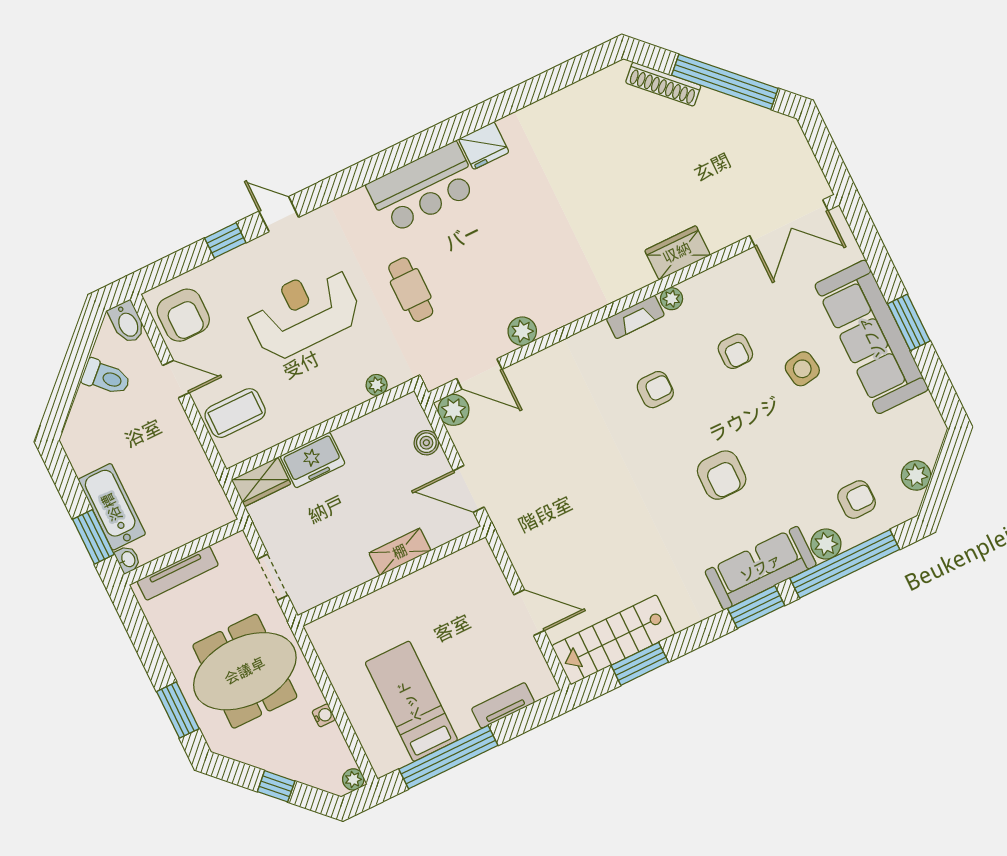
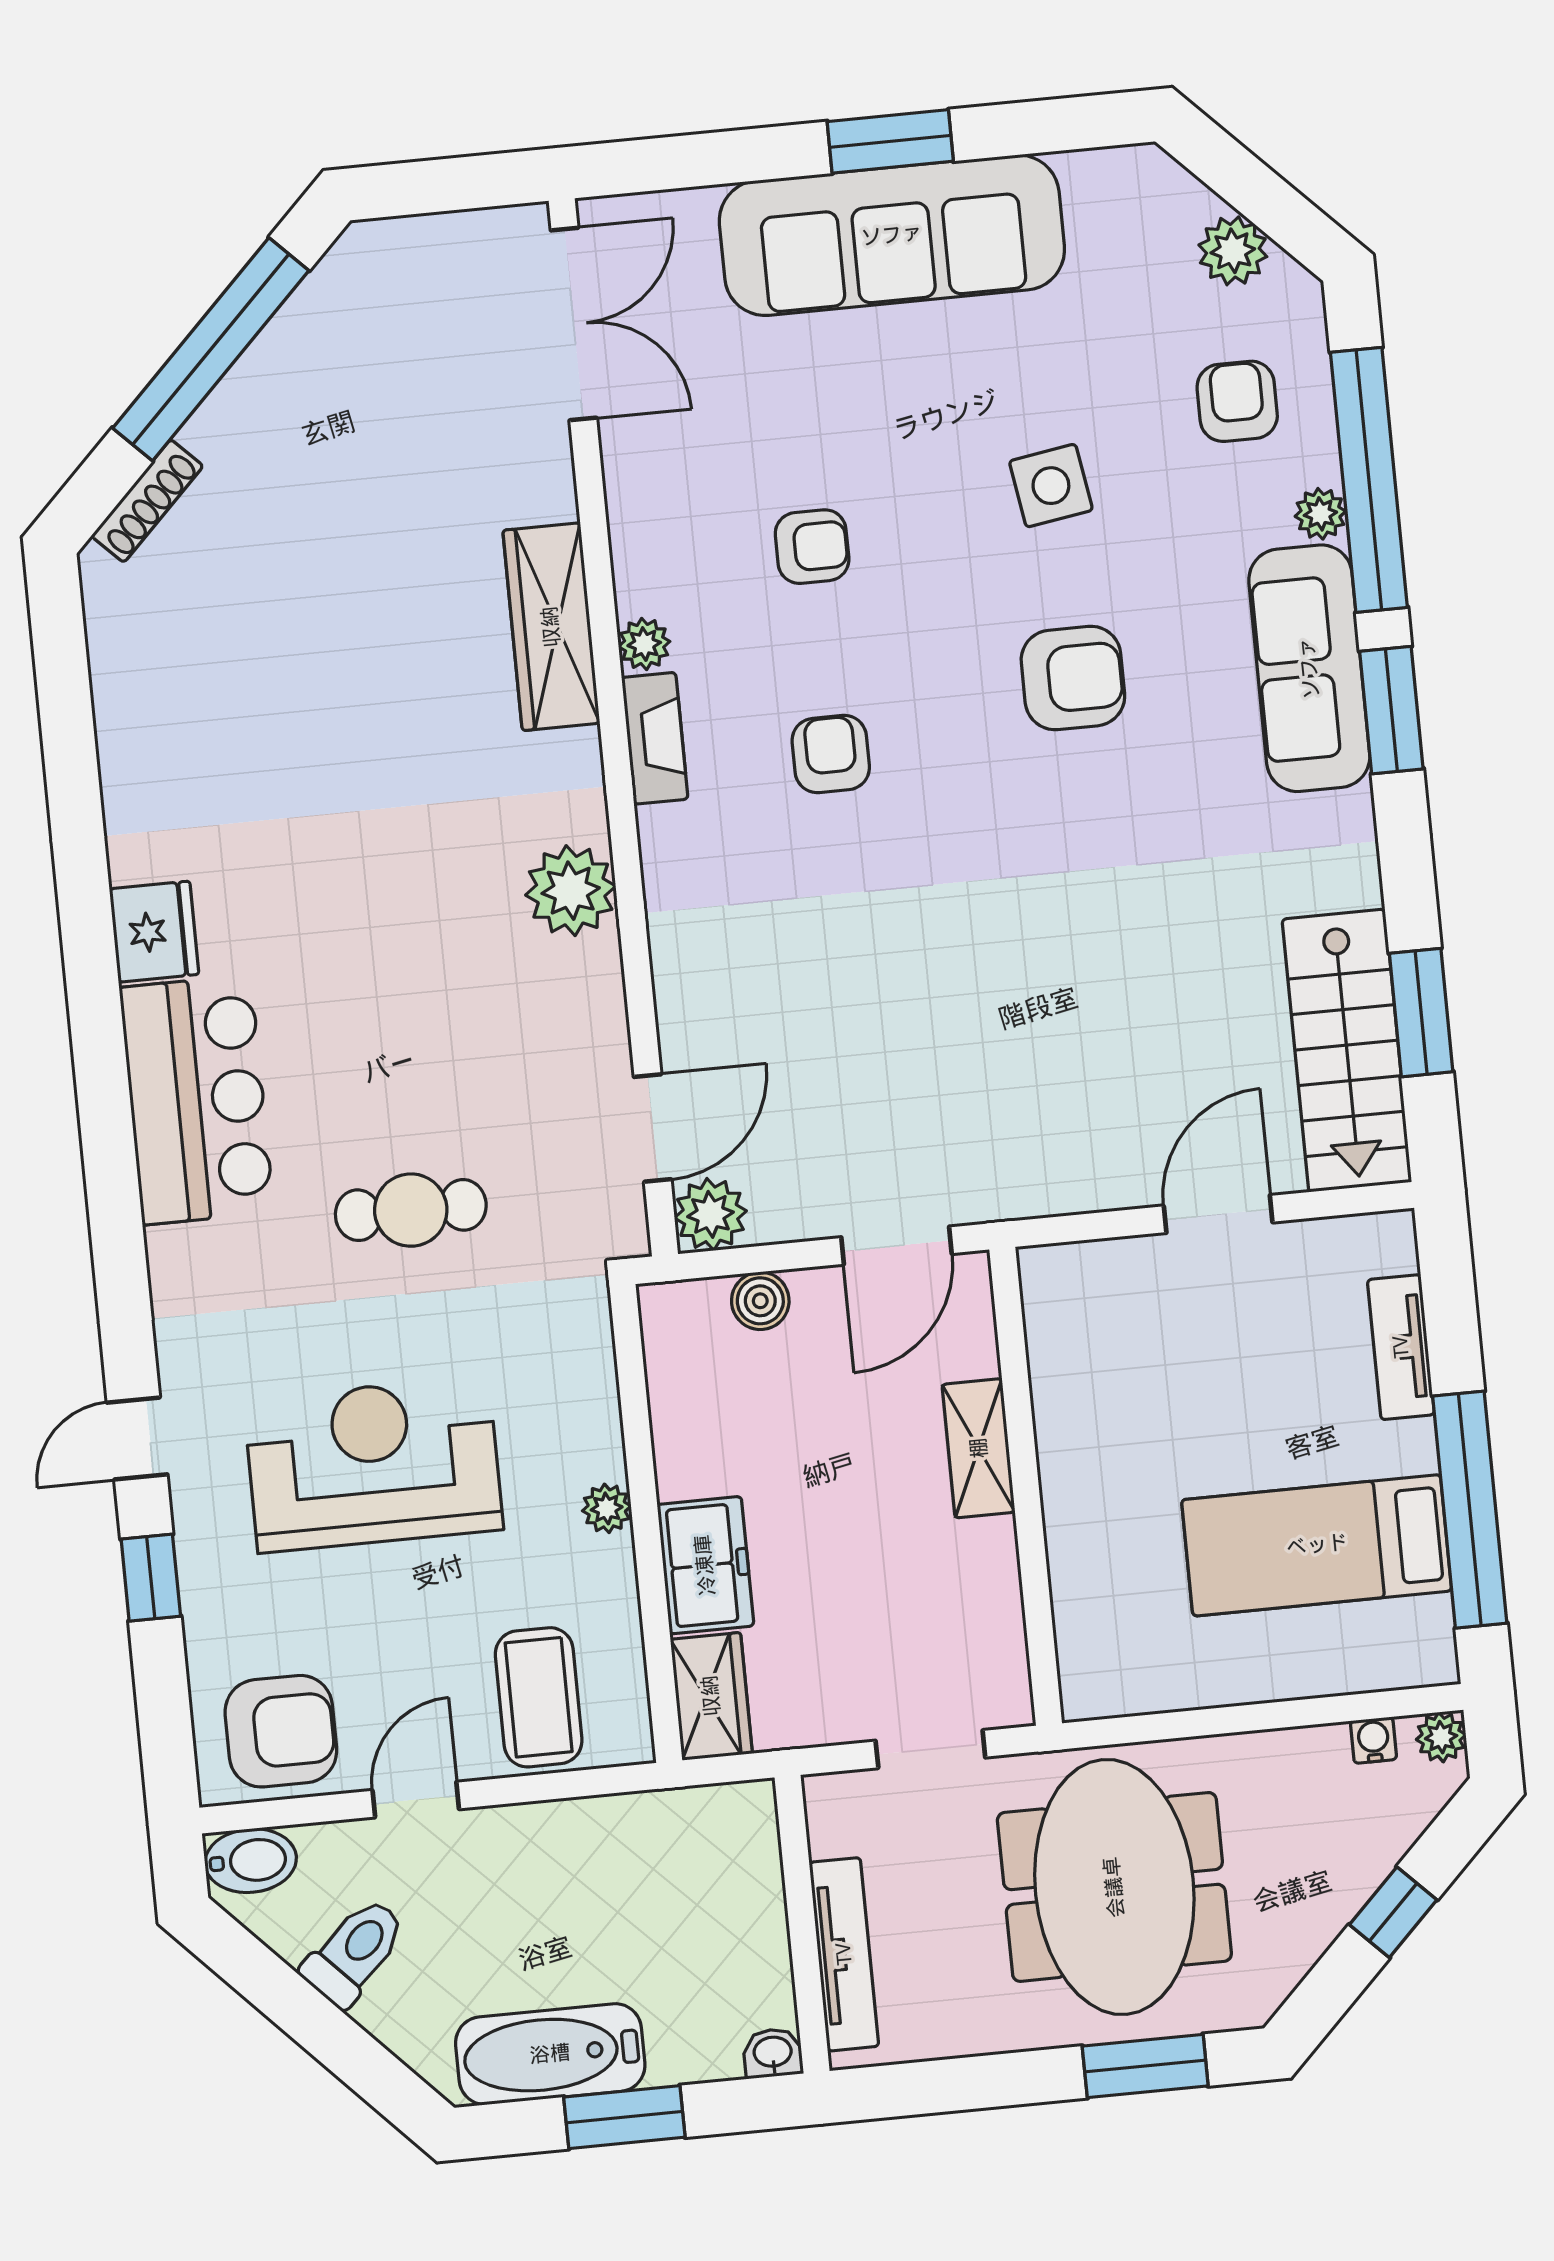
shoe rack: (663, 84) -> (147, 501), width x0.74, depth x0.81
wardrobe: (677, 253) -> (551, 627), width x1.50
reception desk: (304, 312) -> (373, 1464), turned 90
plant: (522, 331) -> (571, 891), moved, width x1.36, depth x1.36
side table: (802, 369) -> (1051, 486), moved
plant: (377, 385) -> (607, 1508), moved
bathtub: (112, 507) -> (550, 2054), moved
window: (93, 537) -> (624, 2117), moved
plant: (826, 544) -> (1320, 514), width x0.73, depth x0.73
water cooler: (324, 715) -> (1373, 1740), moved

